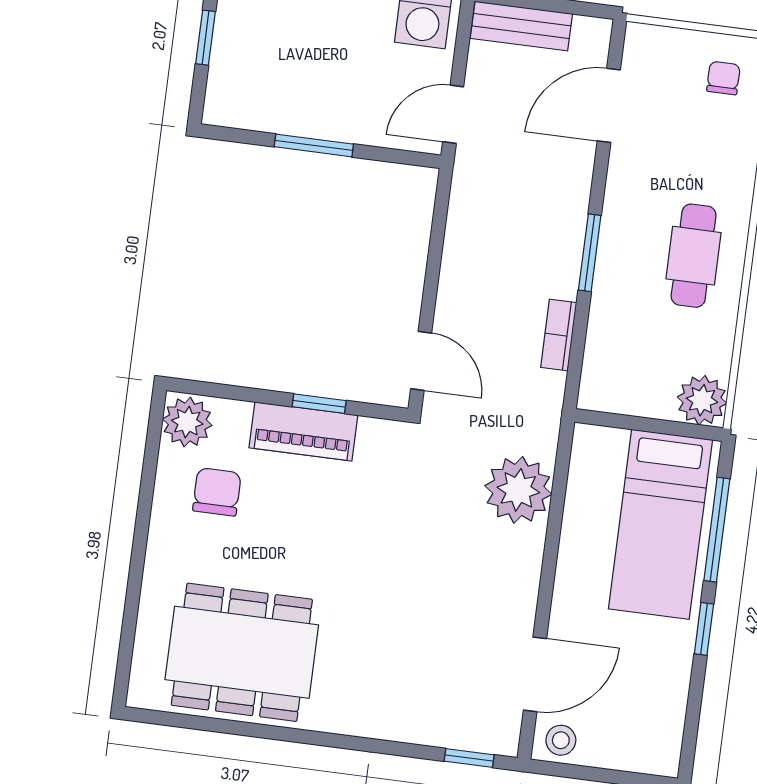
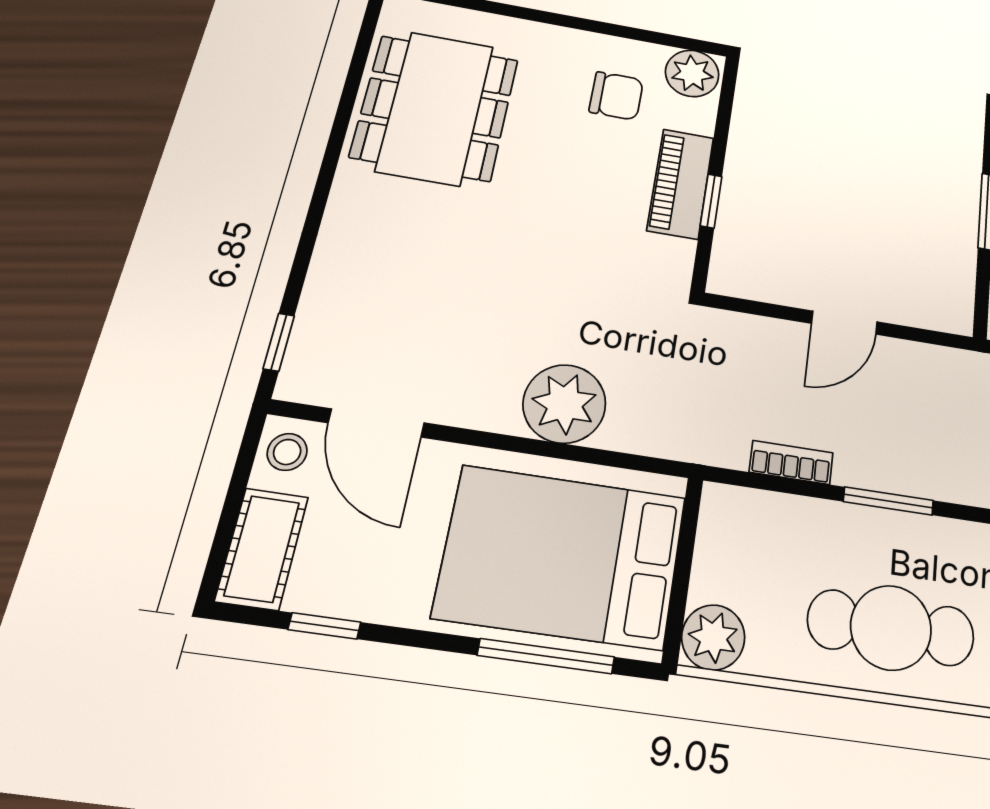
cafe table: (694, 256) -> (891, 628), width x1.37, depth x1.35
door: (421, 361) -> (844, 323), moved
plant: (518, 490) -> (564, 404), moved
bed: (660, 524) -> (561, 557), width x1.50
window: (704, 629) -> (324, 626), moved
cot: (638, 749) -> (262, 549), added

